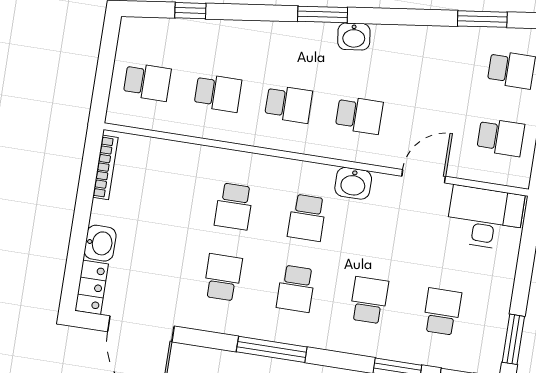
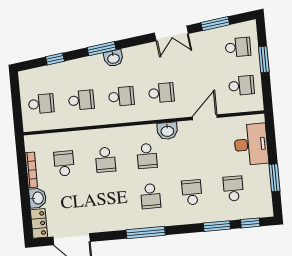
window: (323, 14) -> (102, 49), moved
double door: (402, 17) -> (171, 33), added
washbasin: (354, 37) -> (113, 58), moved
bookcase: (105, 167) -> (31, 170), moved
desk: (485, 218) -> (251, 144), moved, turned 90
school desk: (223, 277) -> (64, 163), moved
window: (513, 339) -> (275, 178), moved

